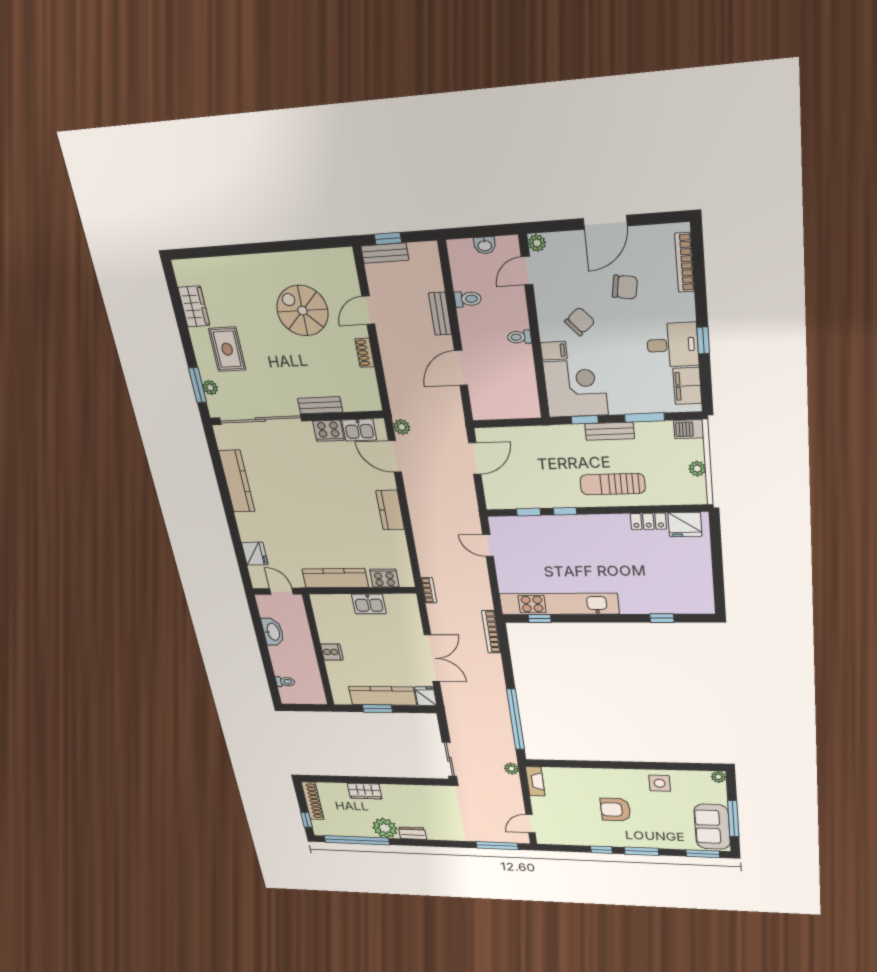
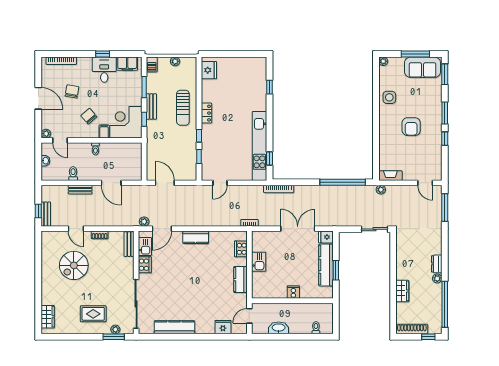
wardrobe: (194, 306) -> (48, 317), moved, turned 90
bench: (320, 405) -> (129, 244), moved
locker: (648, 521) -> (206, 113), moved
kitchen counter: (335, 578) -> (241, 280), width x0.67
plant: (385, 828) -> (437, 278), width x0.53, depth x0.53

